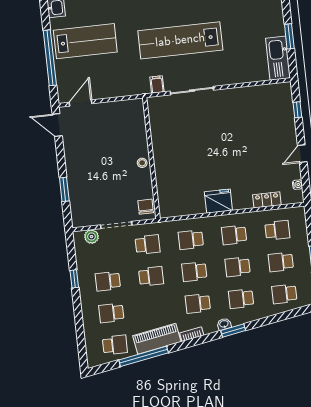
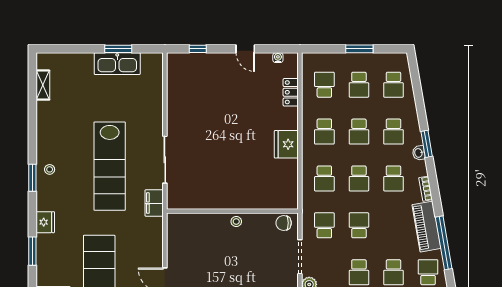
kitchen sink: (278, 58) -> (117, 64), moved
filing cabinet: (157, 85) -> (154, 203), width x2.00

